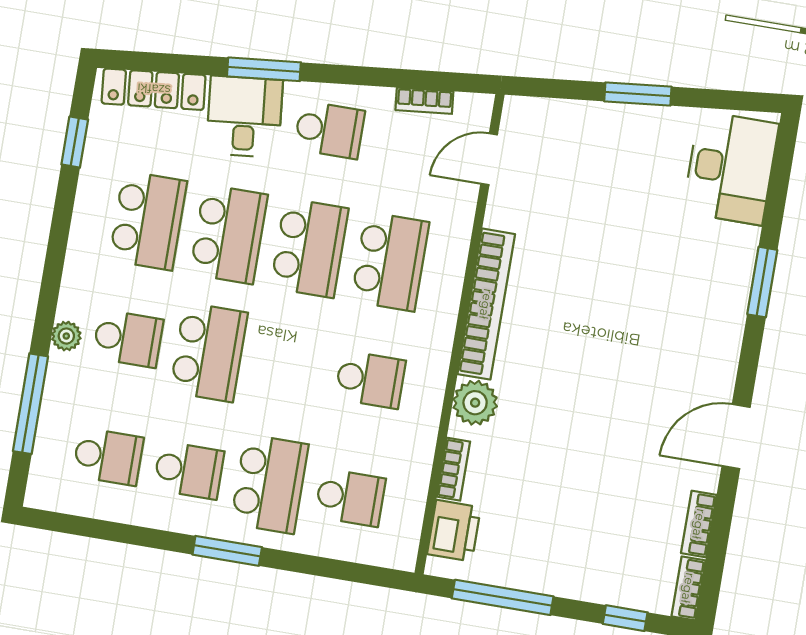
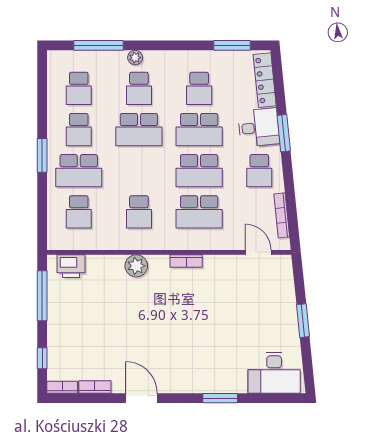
bookcase: (424, 101) -> (282, 215), width x1.56
window: (75, 142) -> (232, 45), width x1.50
school desk: (148, 221) -> (199, 88), width x0.54
bookcase: (486, 304) -> (186, 261), width x0.43, depth x0.76
bookcase: (453, 469) -> (101, 261), removed

